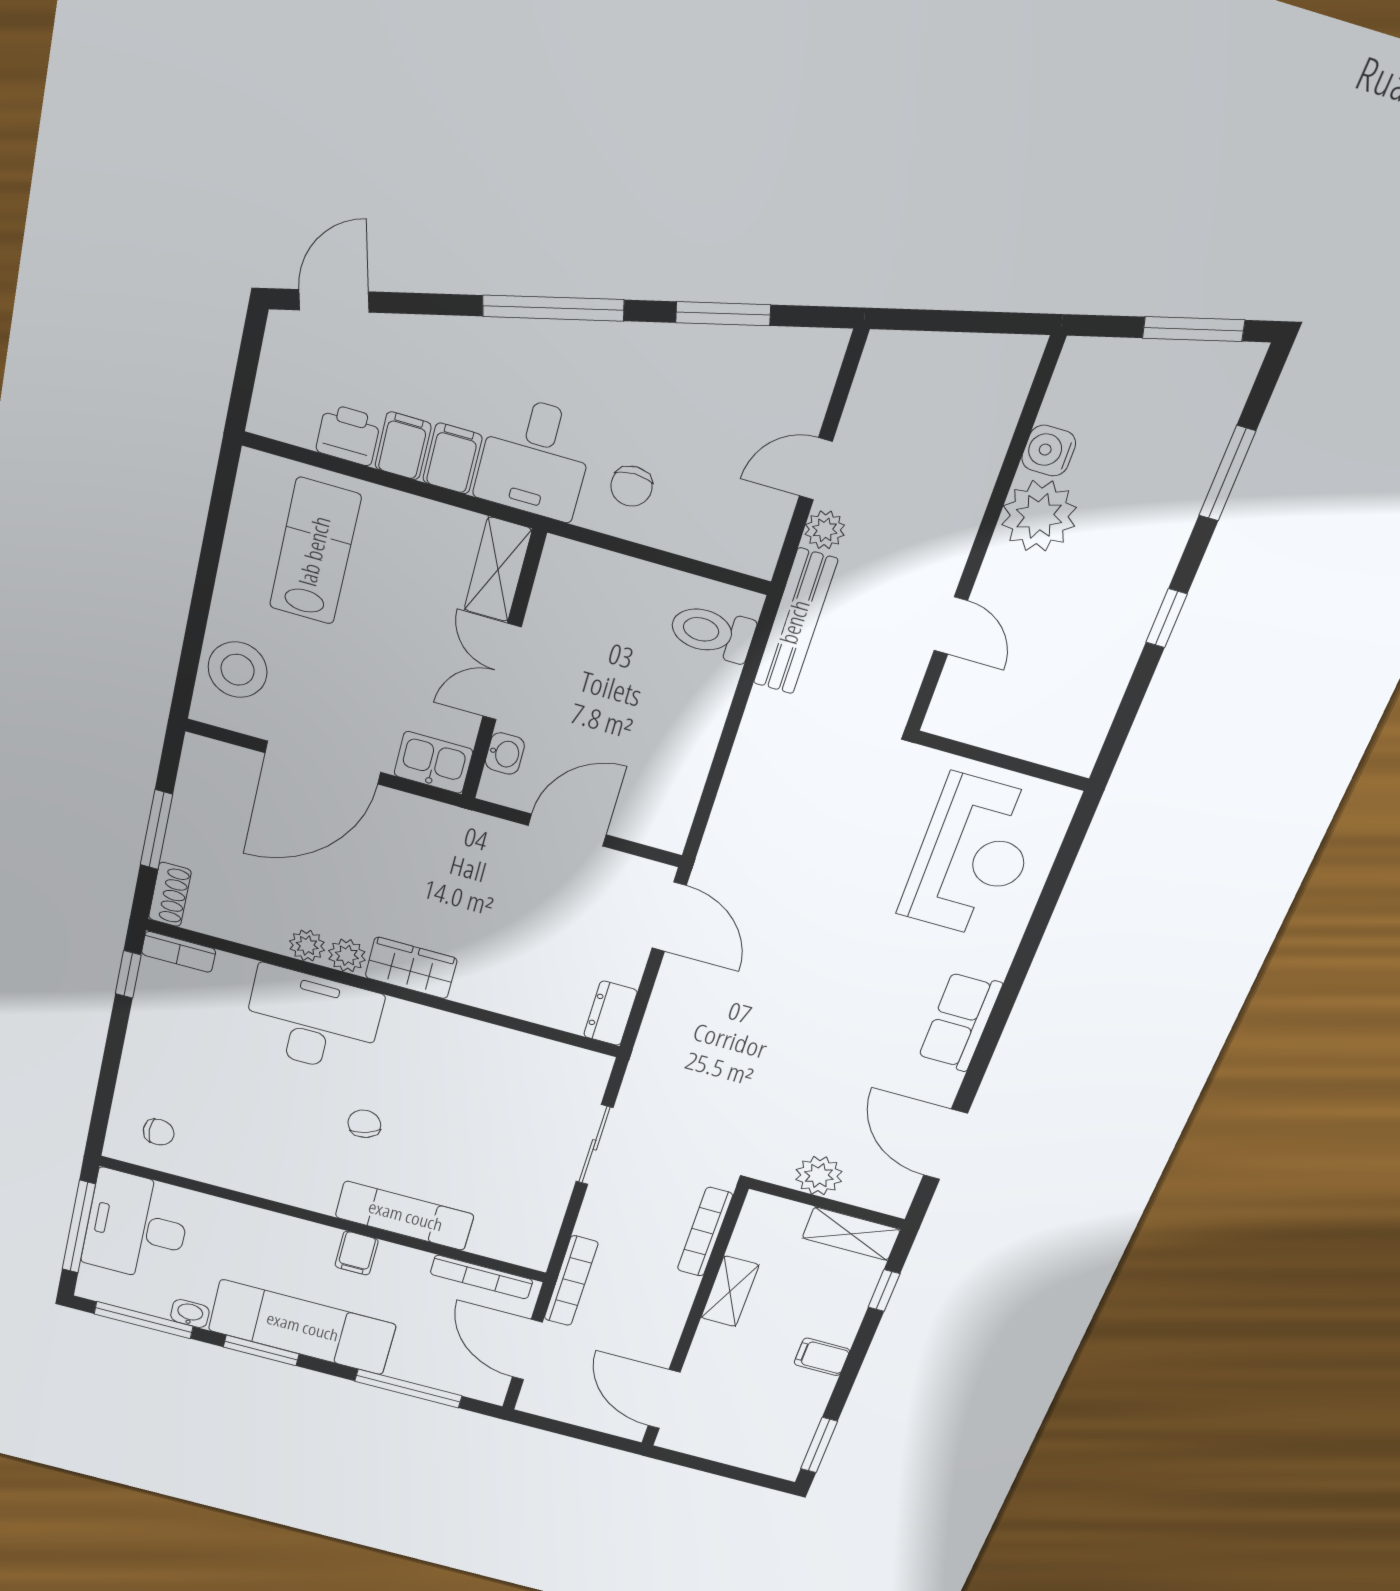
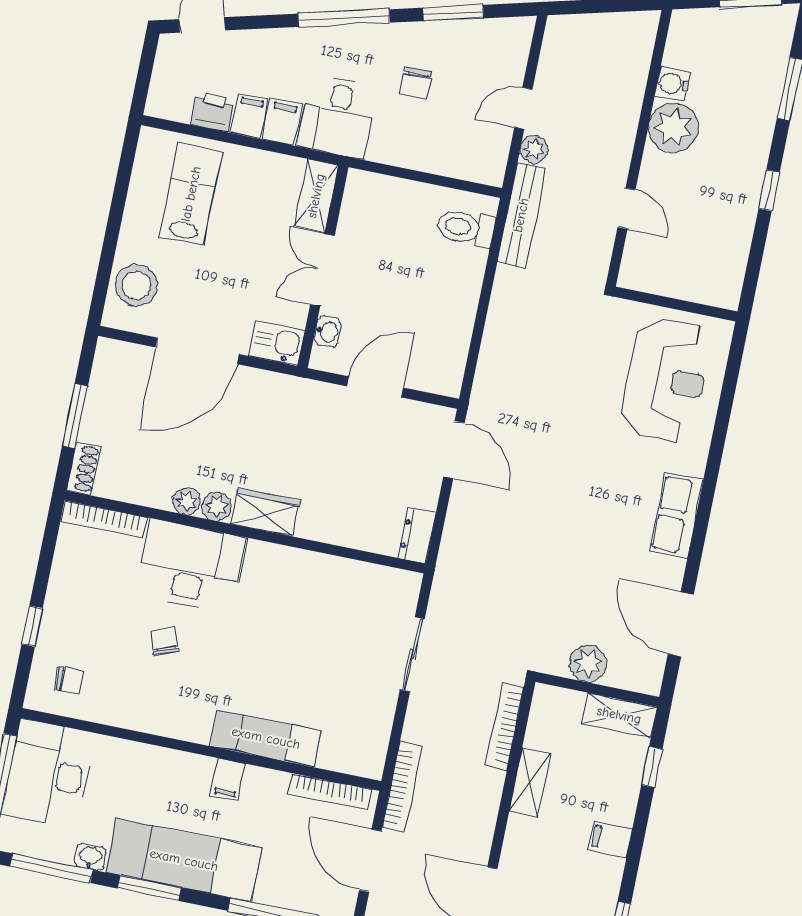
chair: (632, 486) -> (416, 83), moved
bookcase: (179, 952) -> (104, 519), width x1.56
window: (128, 974) -> (32, 626), moved
chair: (364, 1124) -> (165, 641), moved

